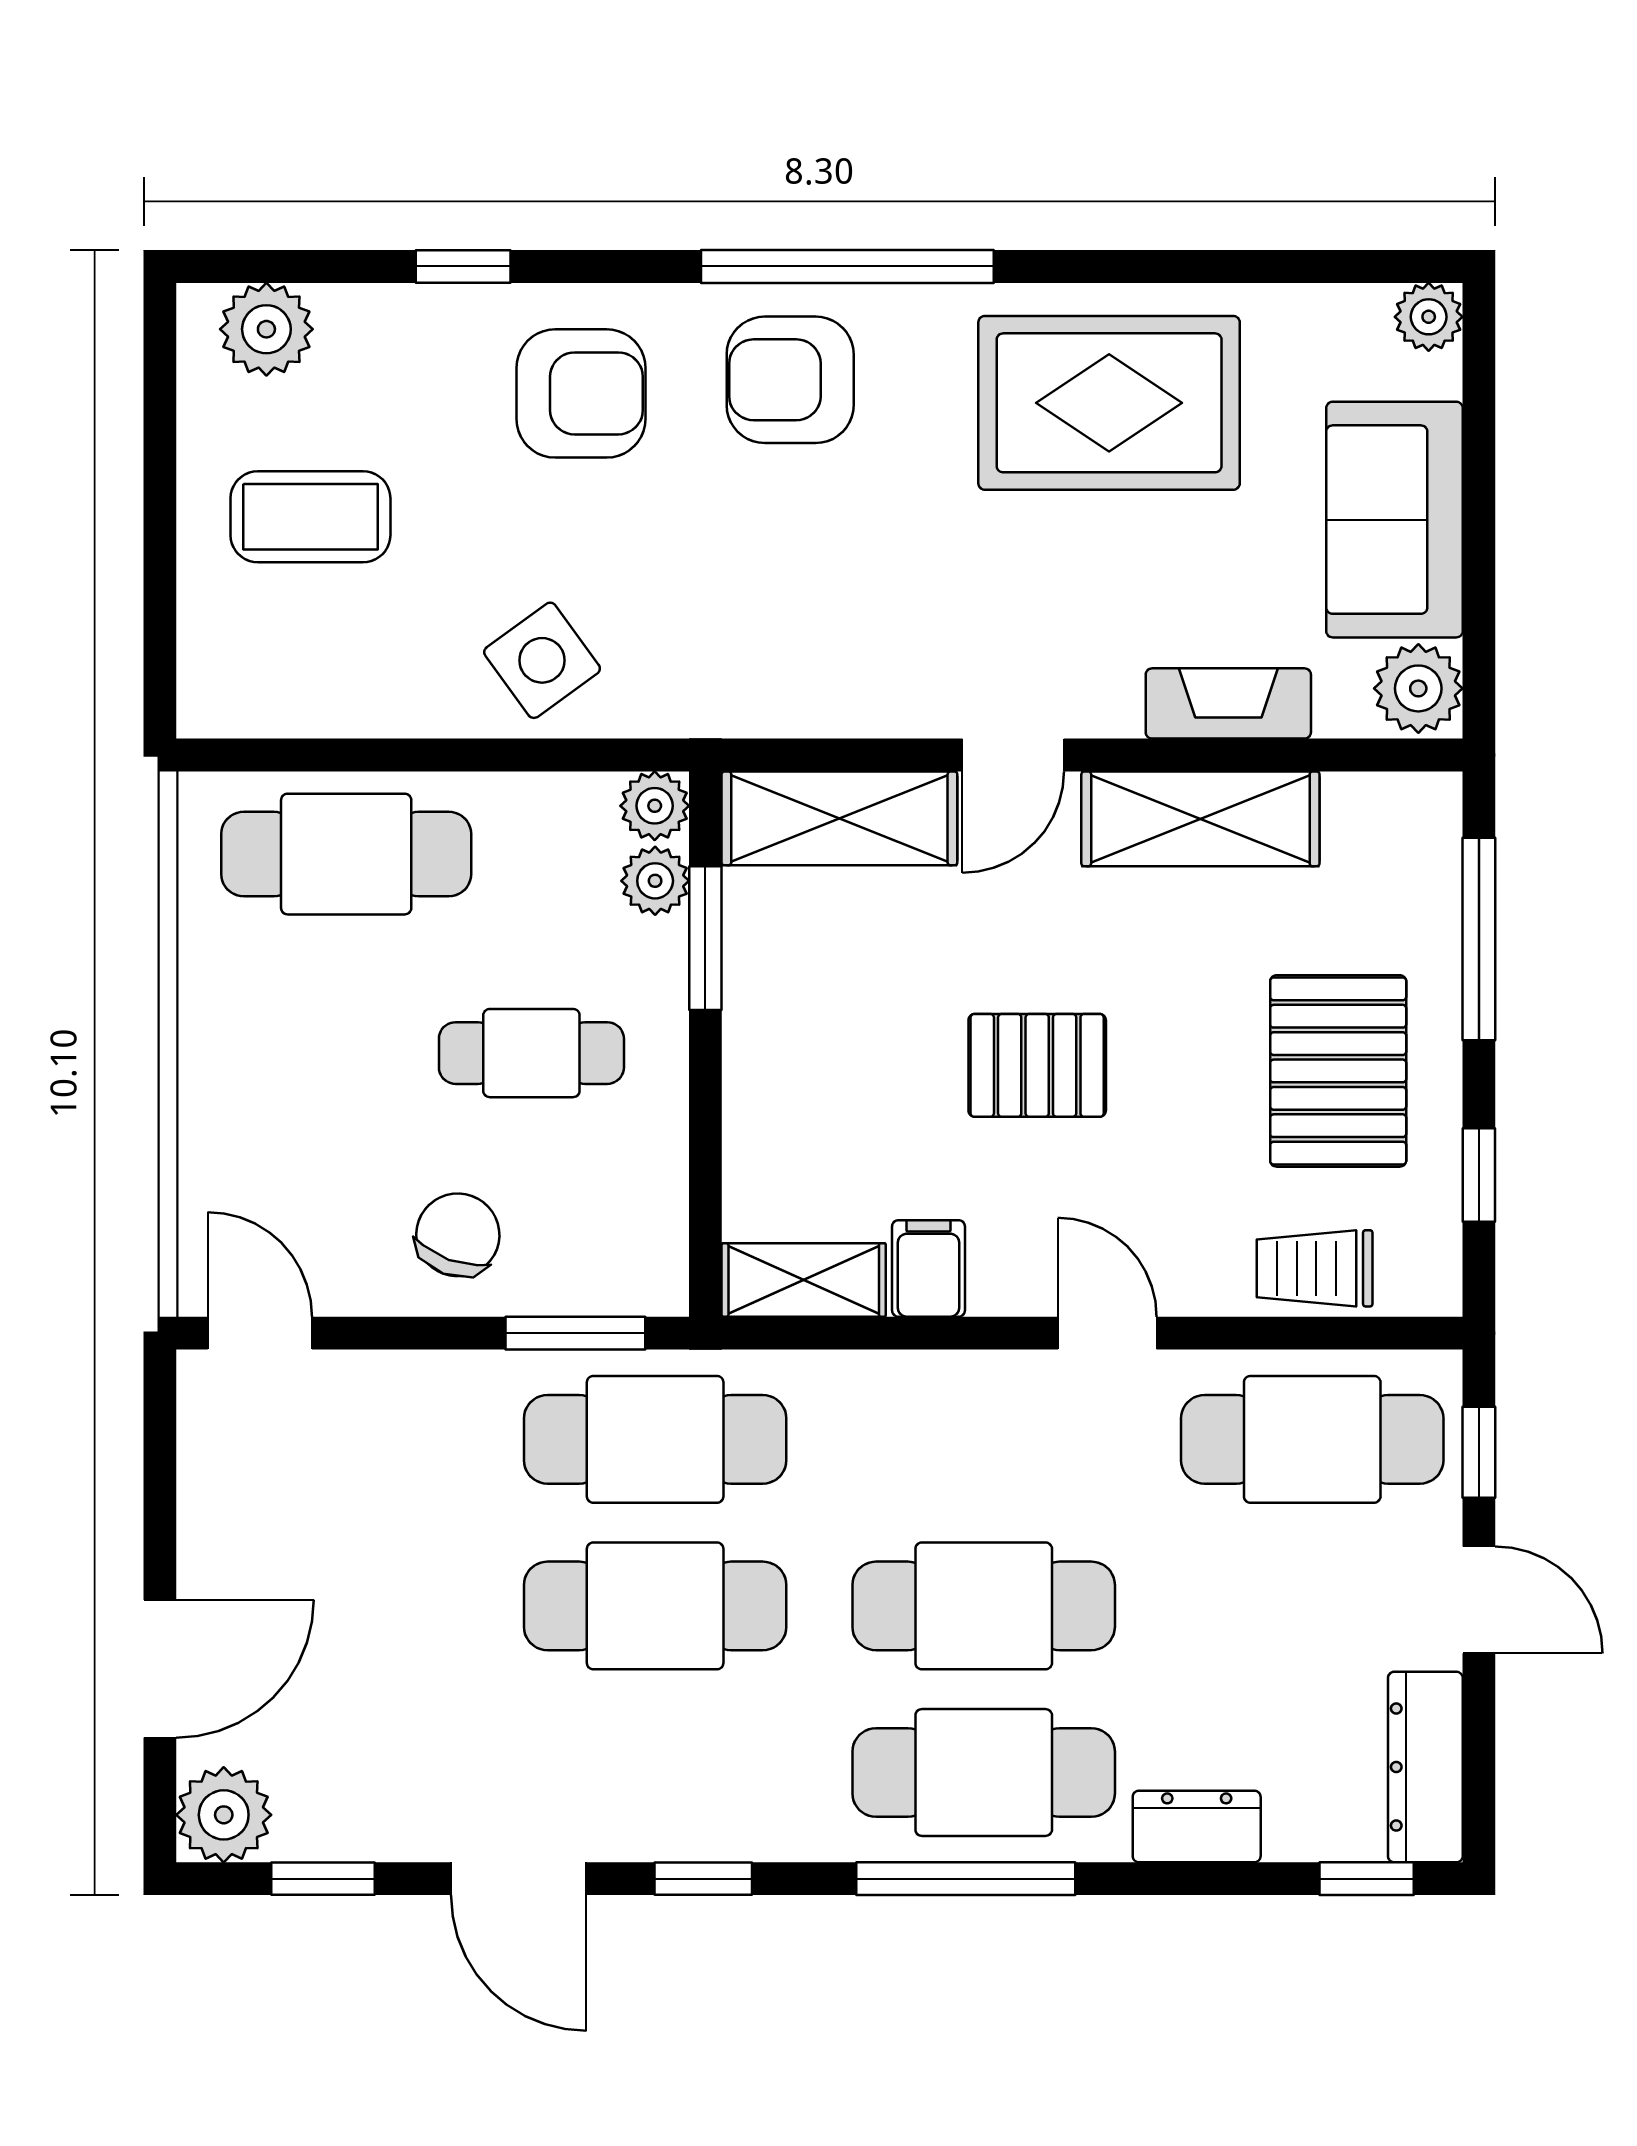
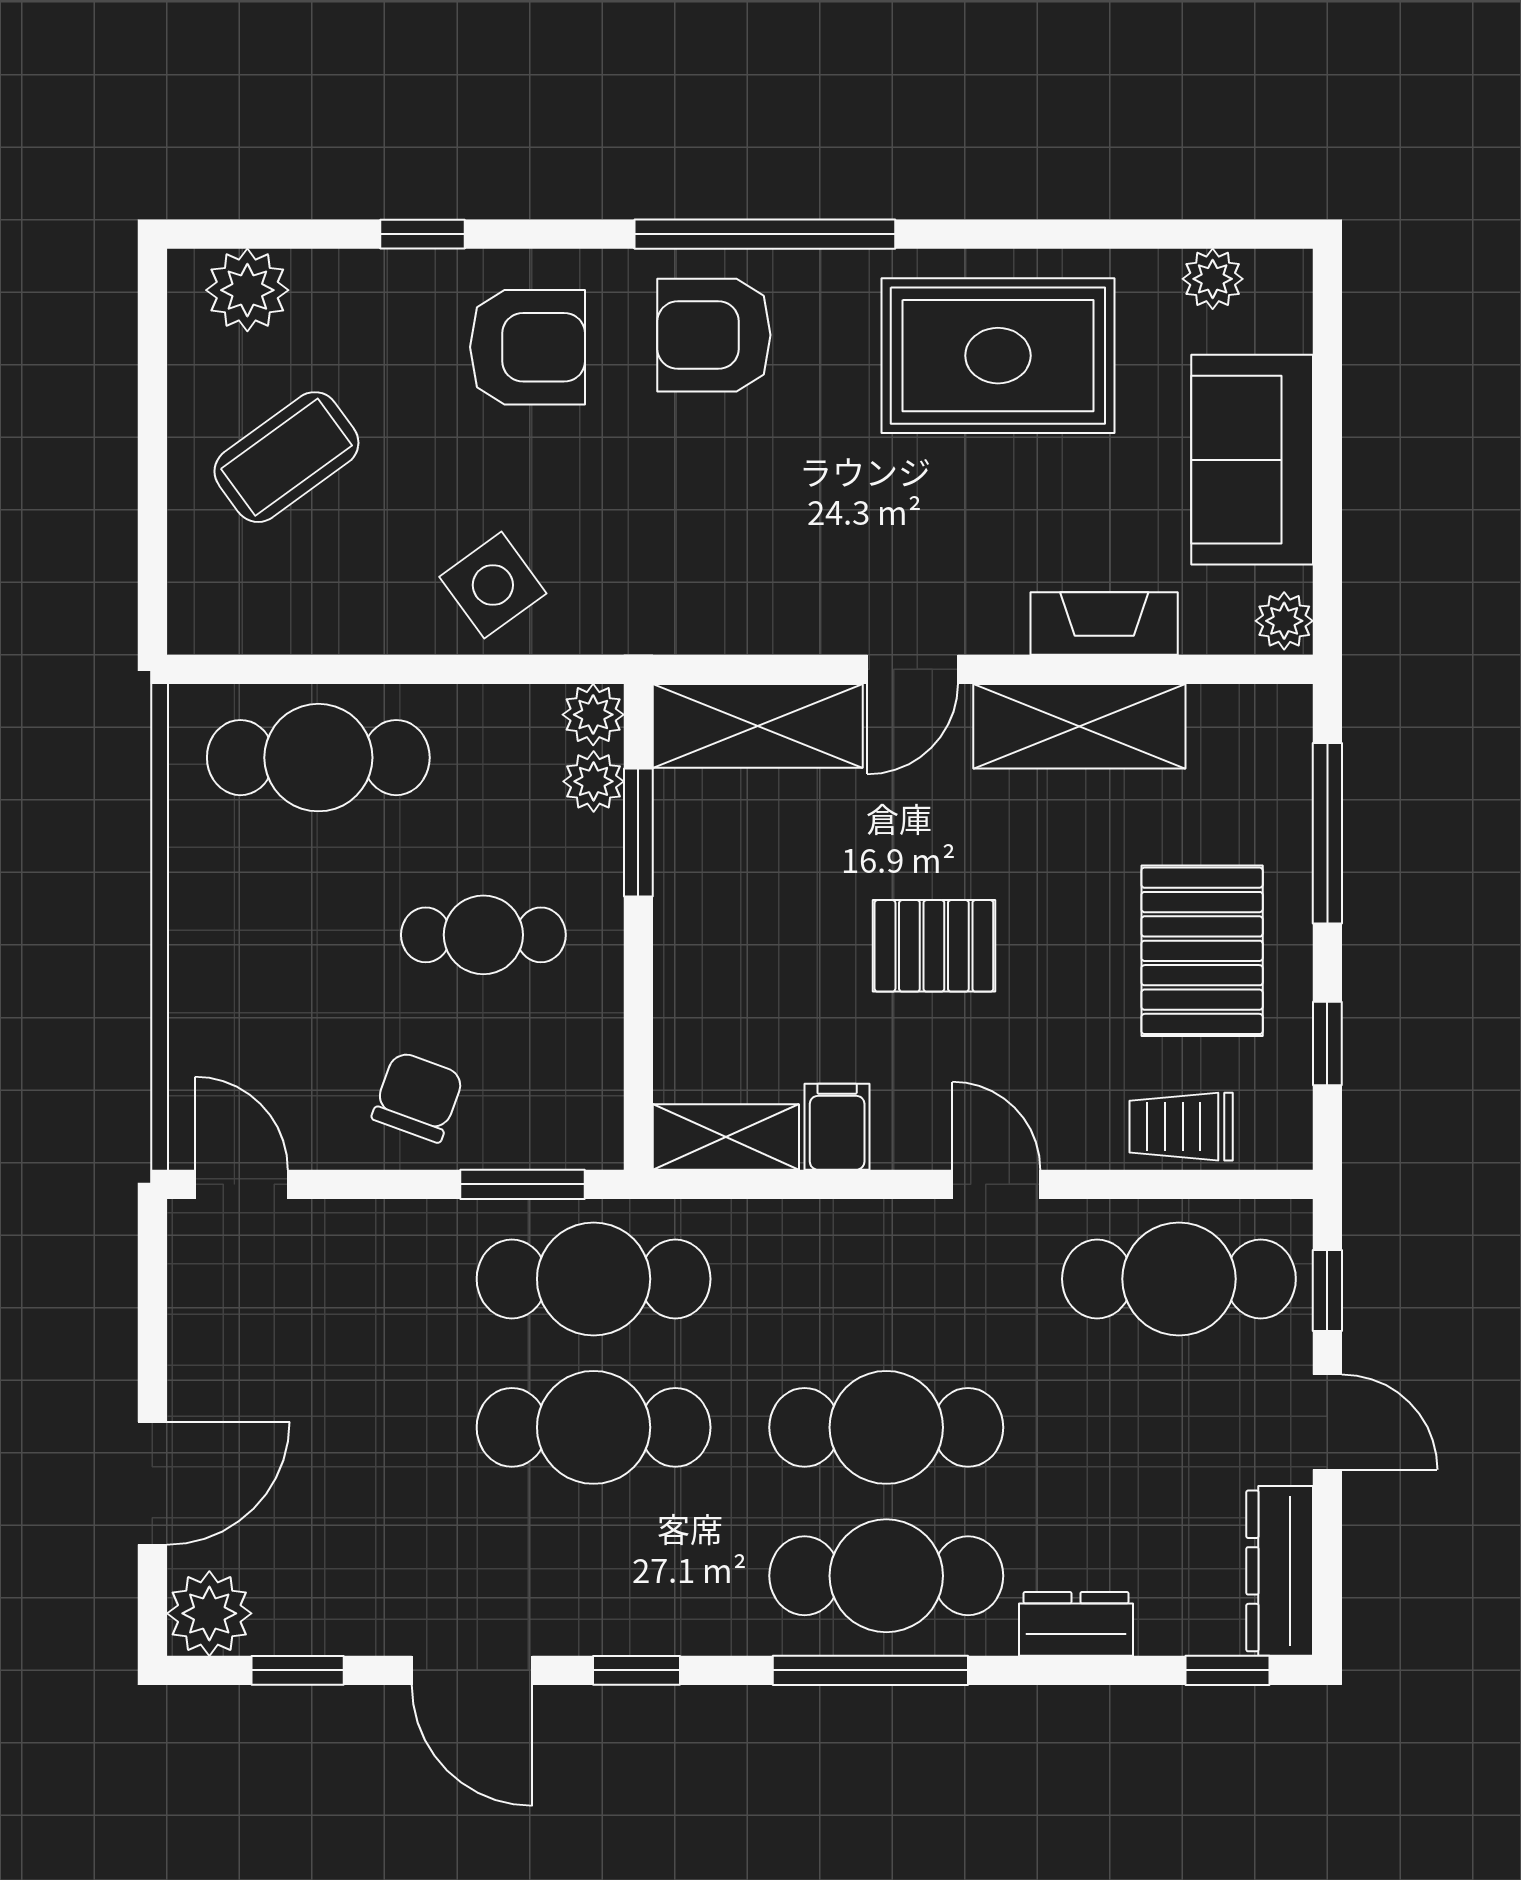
plant: (1429, 317) -> (1213, 279), moved
coffee table: (310, 517) -> (286, 457), turned -36
plant: (1418, 688) -> (1284, 621), width x0.73, depth x0.73

